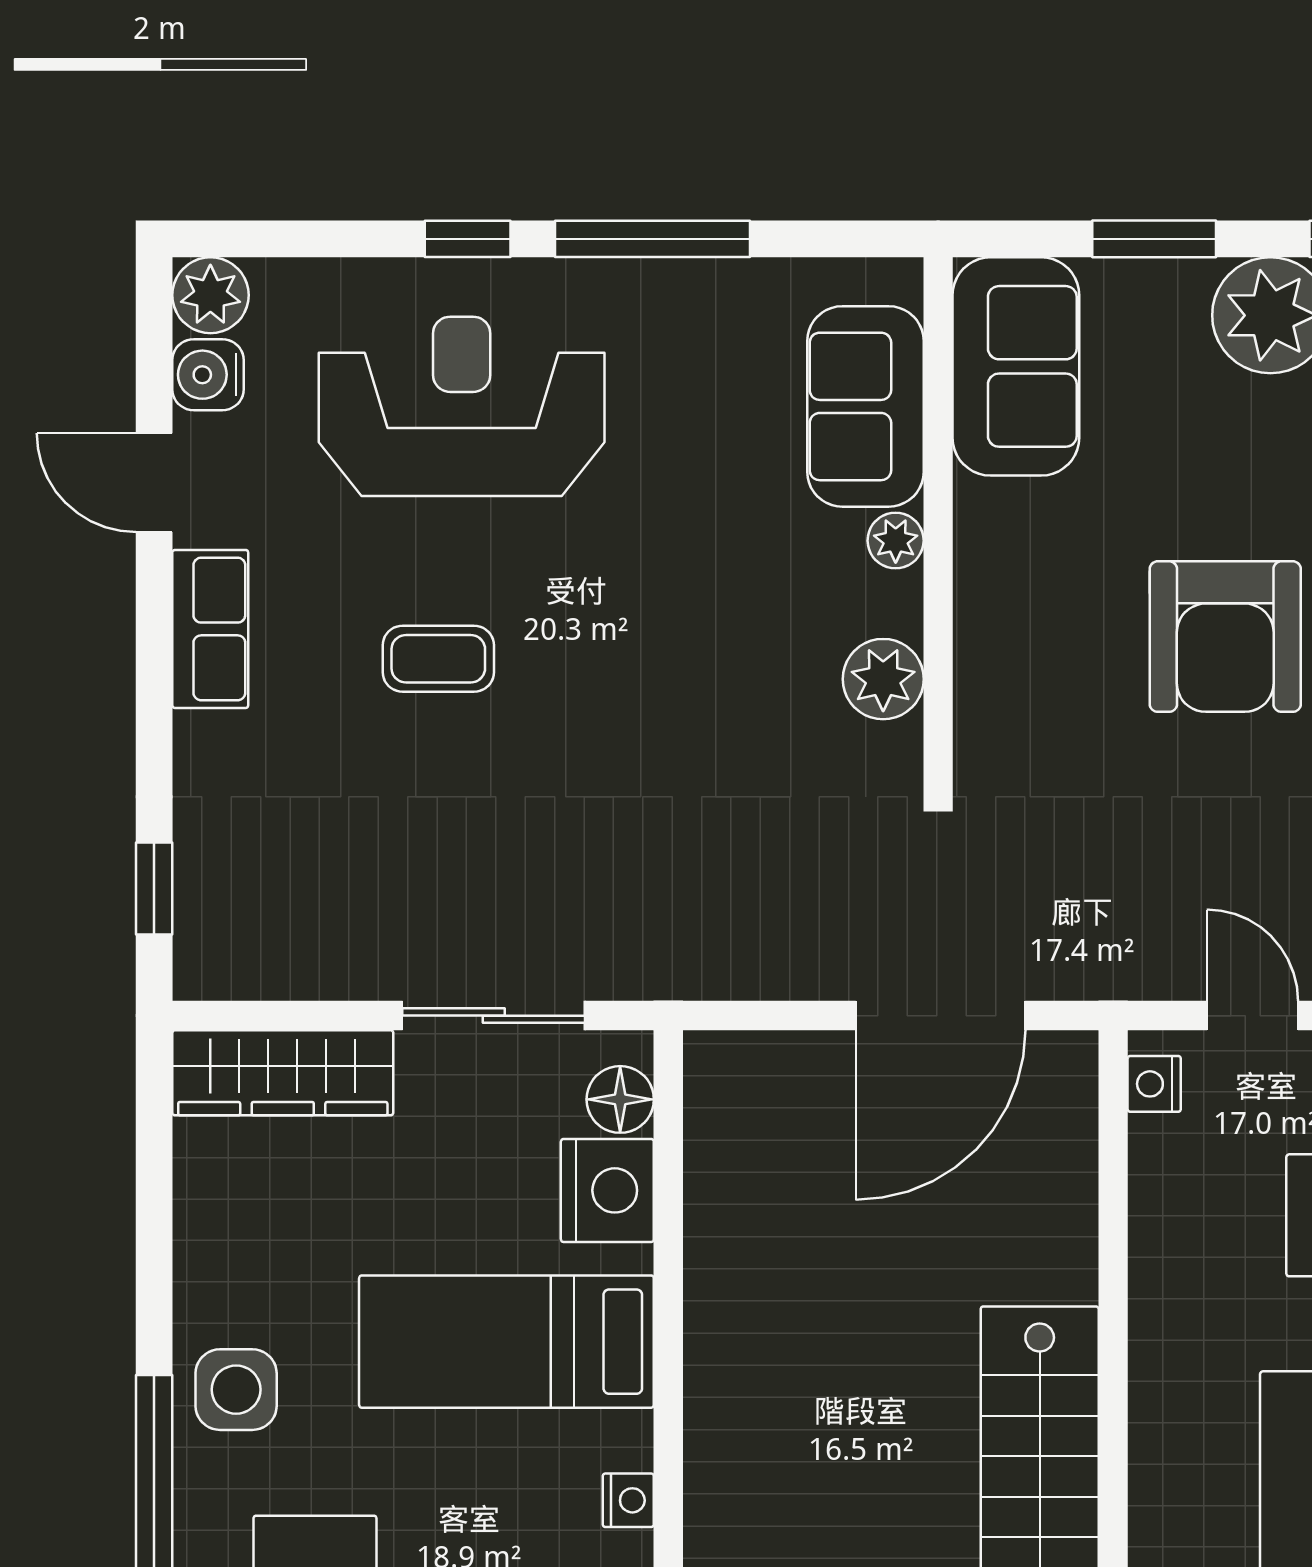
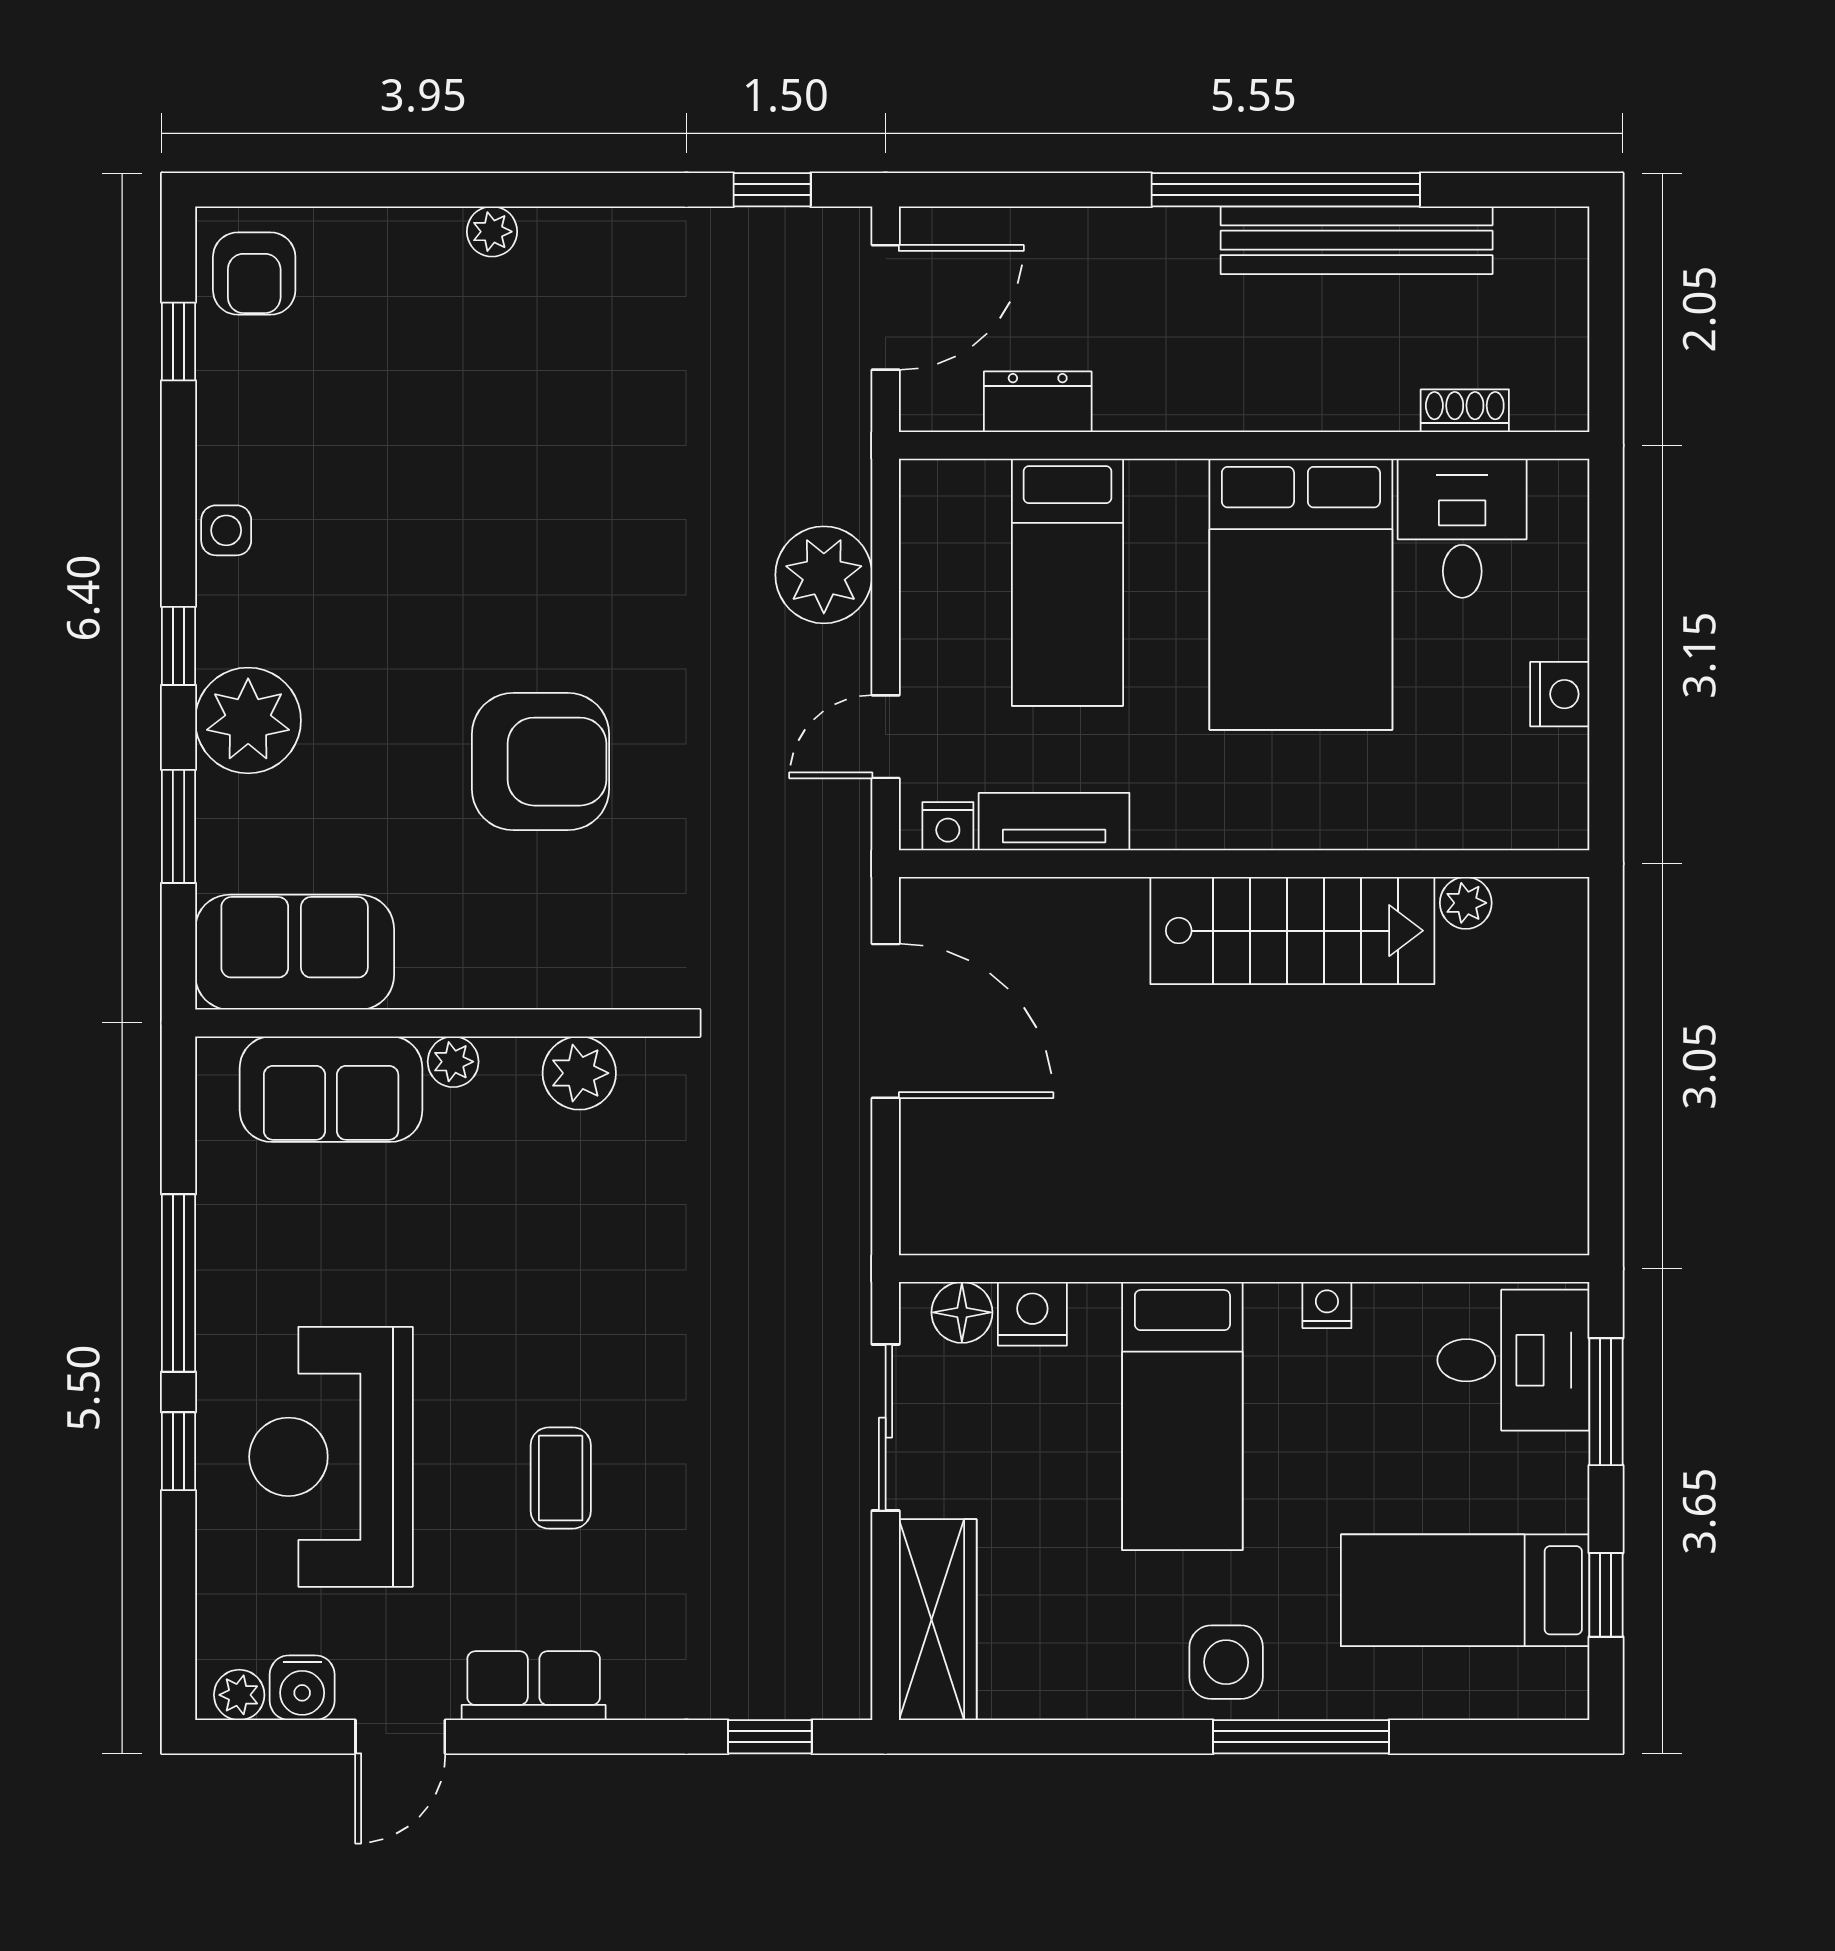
plant: (210, 295) -> (239, 1695), width x0.73, depth x0.73
nightstand: (607, 1190) -> (1032, 1314), width x0.74, depth x0.75
tv unit: (1159, 1201) -> (1054, 822), added

